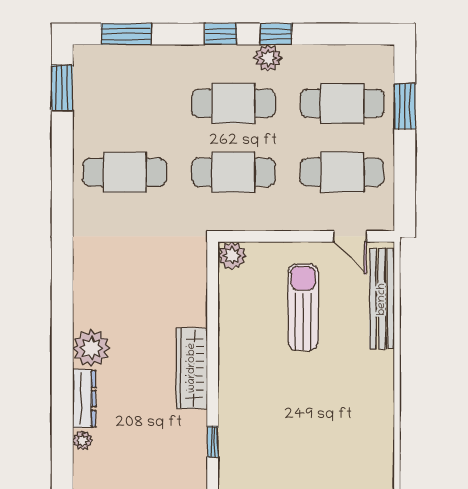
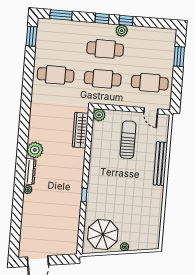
cafe table: (342, 103) -> (152, 53), removed
bench: (382, 299) -> (160, 164), moved
wardrobe: (192, 368) -> (80, 130), moved

